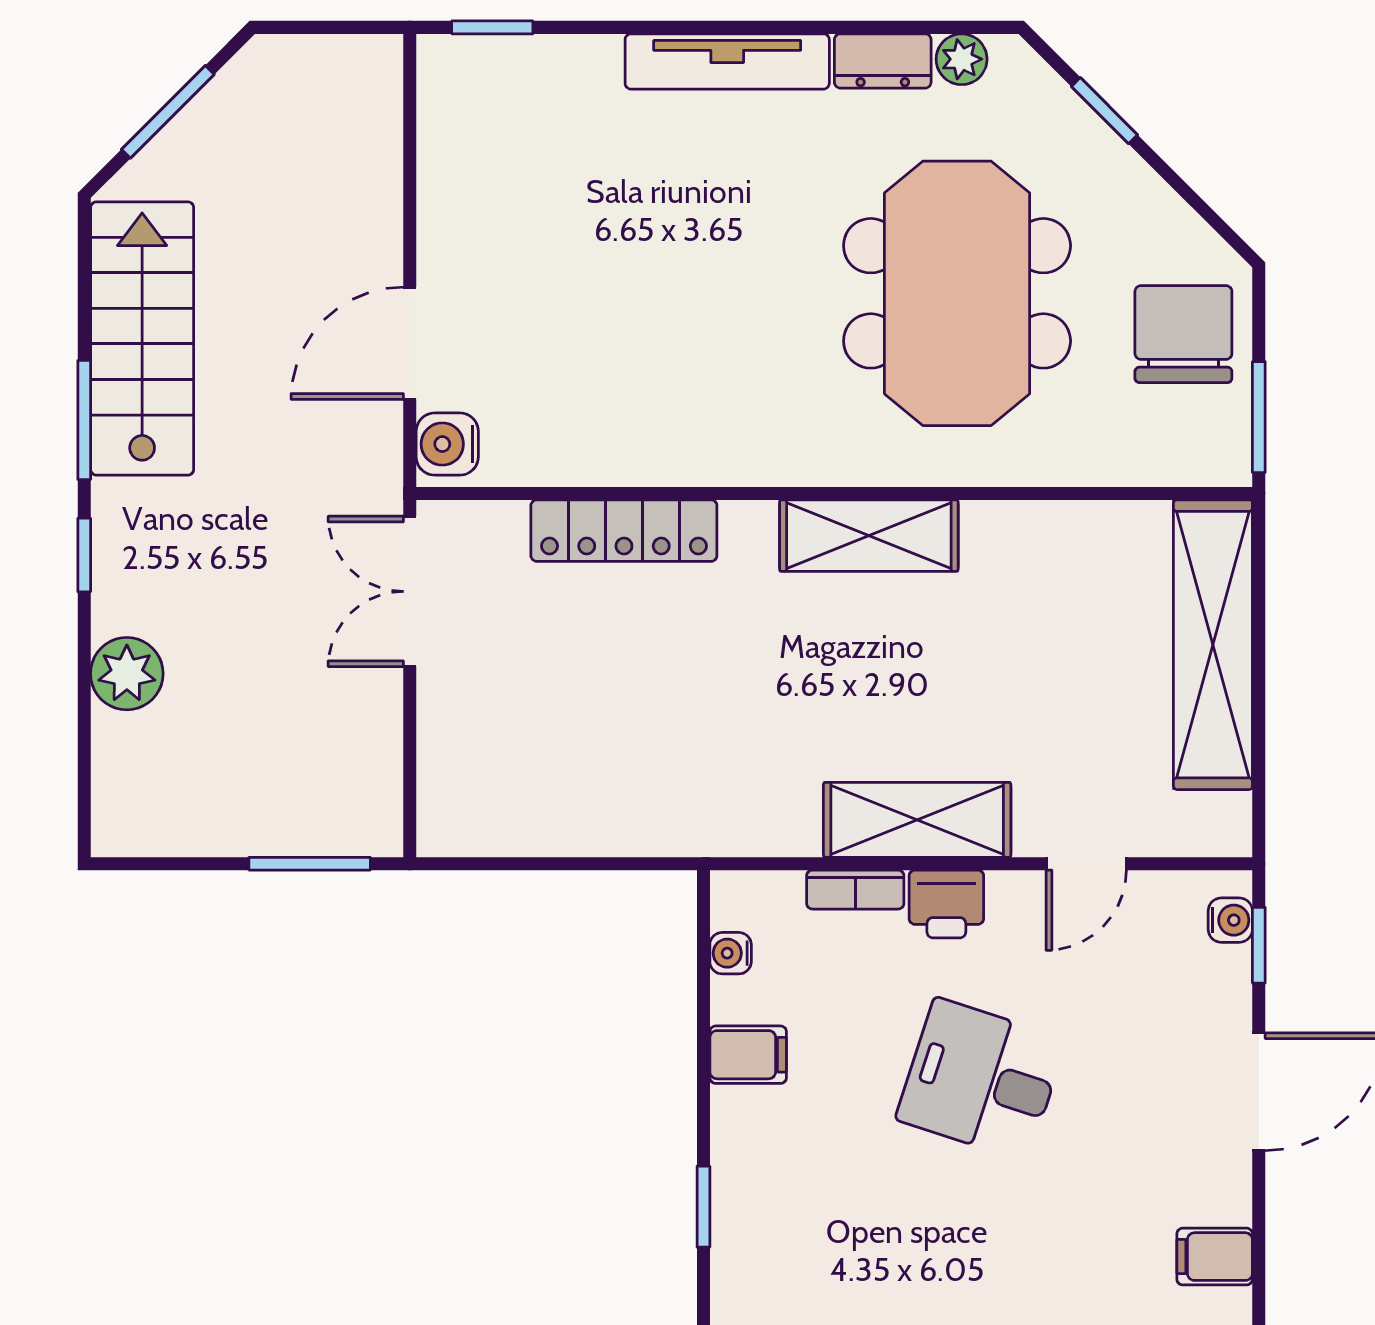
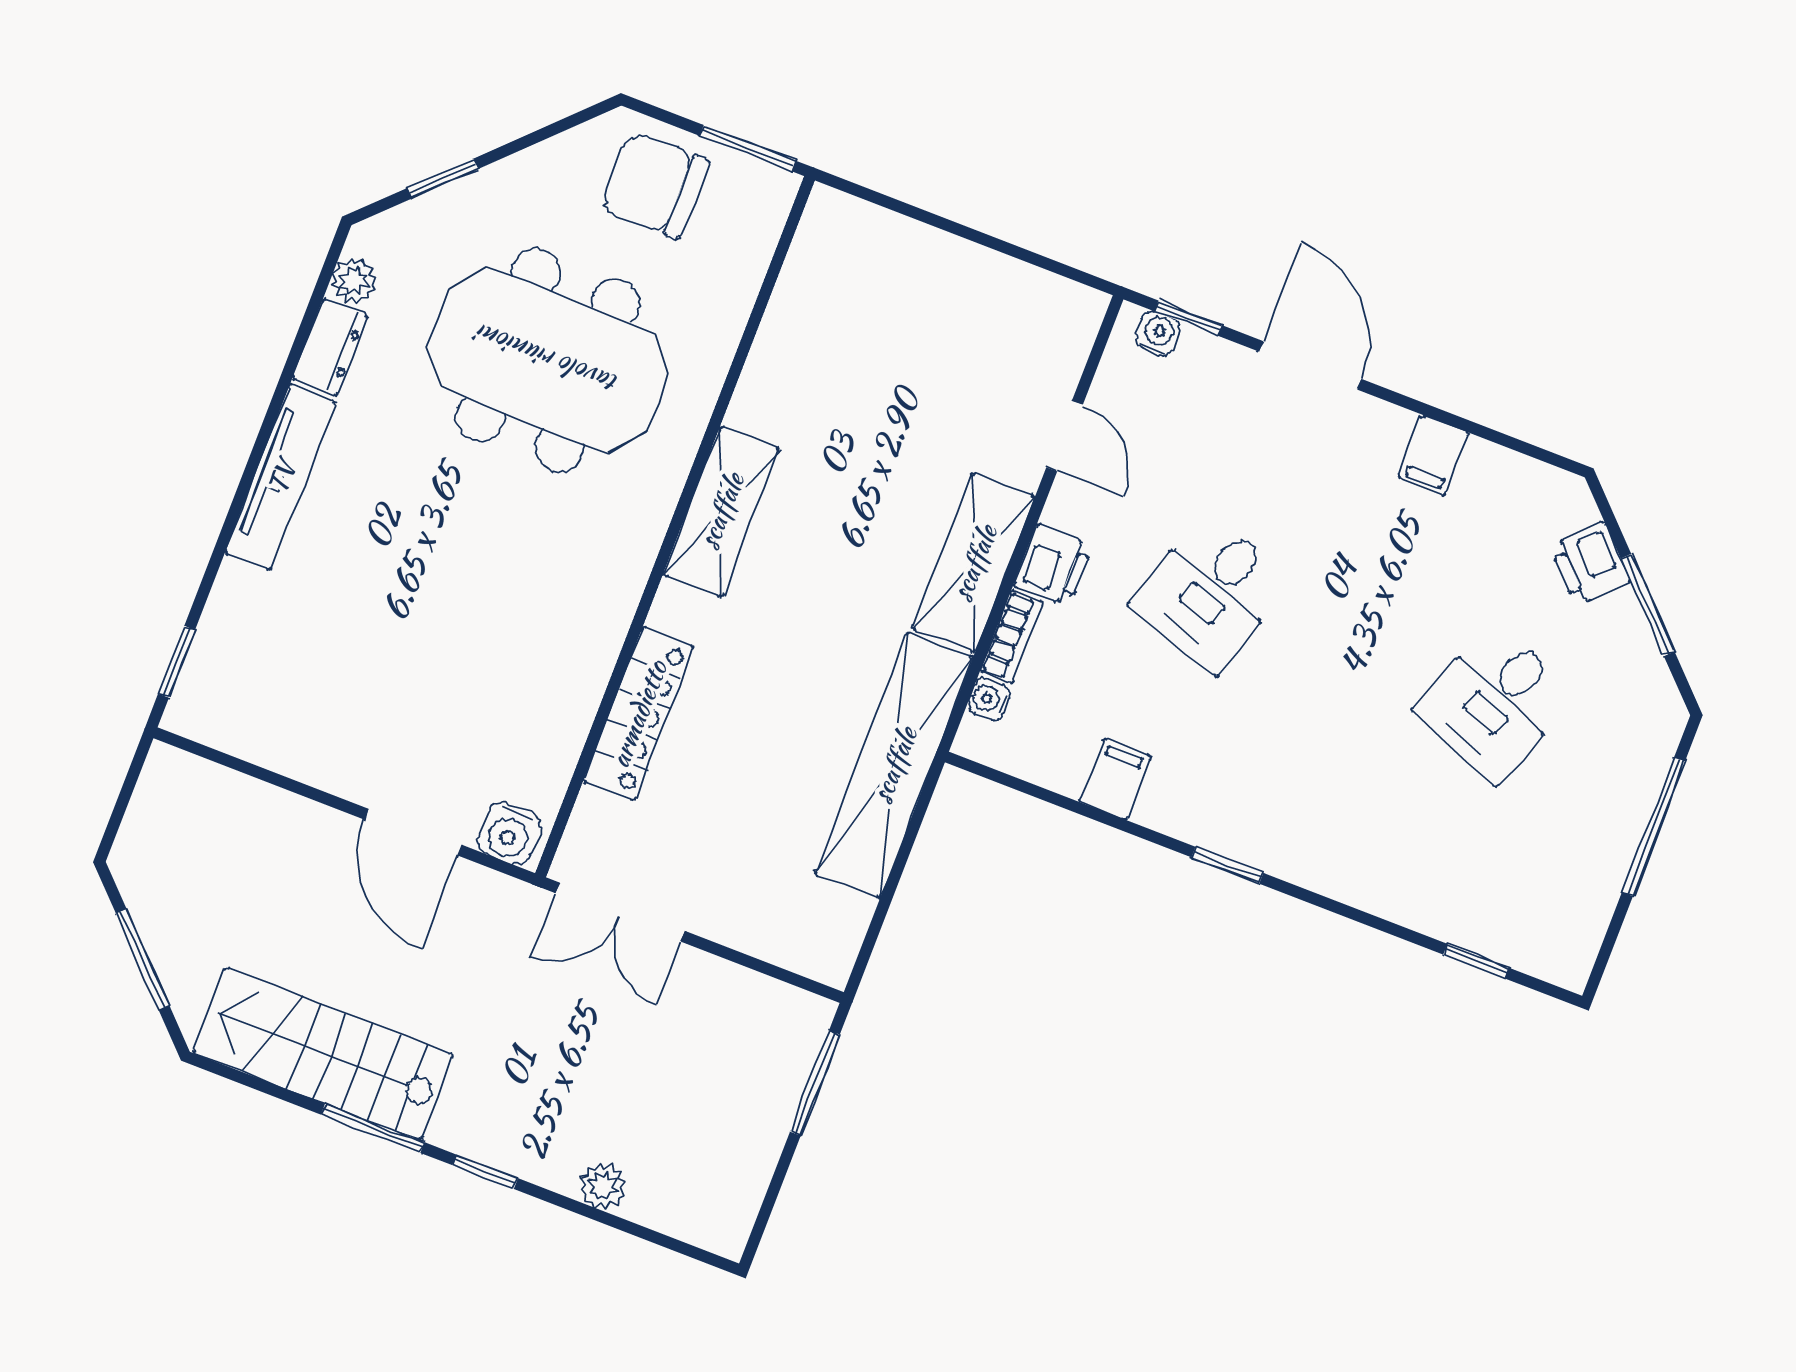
shelving: (1213, 645) -> (894, 765), moved, turned 90
plant: (127, 674) -> (603, 1186), width x0.73, depth x0.73
water cooler: (731, 953) -> (989, 699), moved, turned 90

